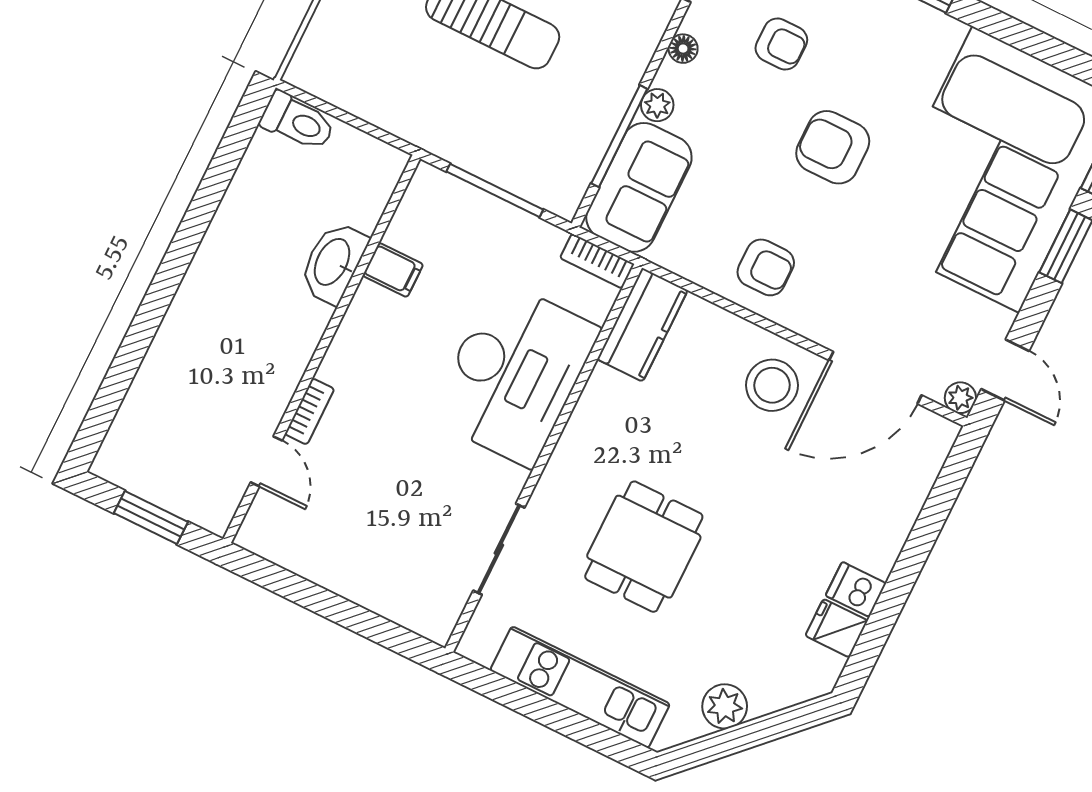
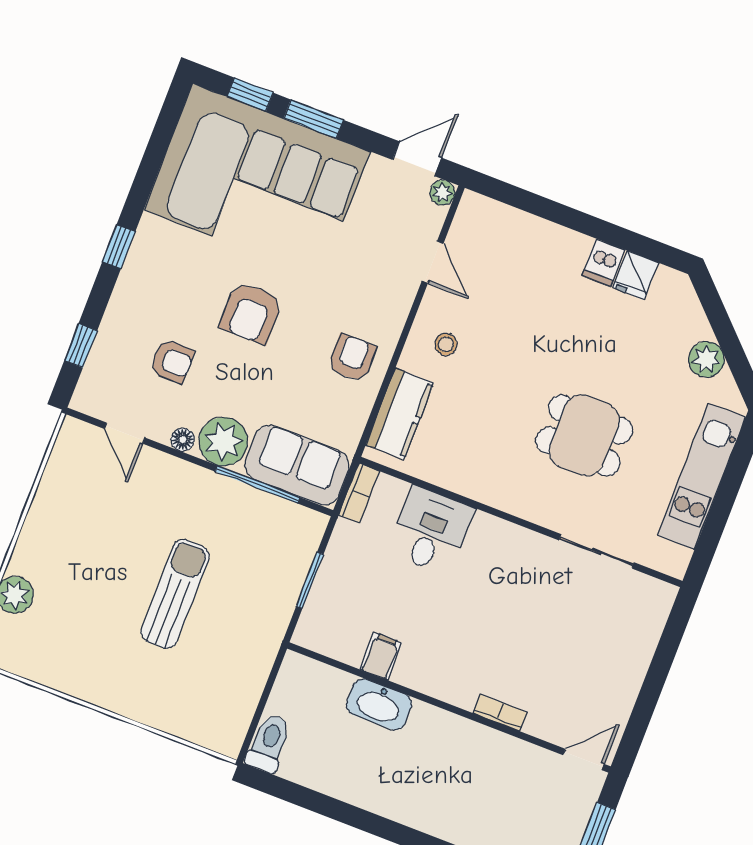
armchair: (781, 44) -> (172, 361), turned 90
plant: (657, 105) -> (223, 442), width x1.88, depth x1.88
window: (495, 191) -> (310, 580), width x0.69
kitchen counter: (642, 325) -> (400, 414), moved, turned 90
desk: (514, 373) -> (431, 530), width x0.53, depth x0.77
door: (875, 378) -> (433, 262), width x0.53
stool: (772, 385) -> (446, 344), width x0.53, depth x0.53
door: (266, 461) -> (584, 759), moved

